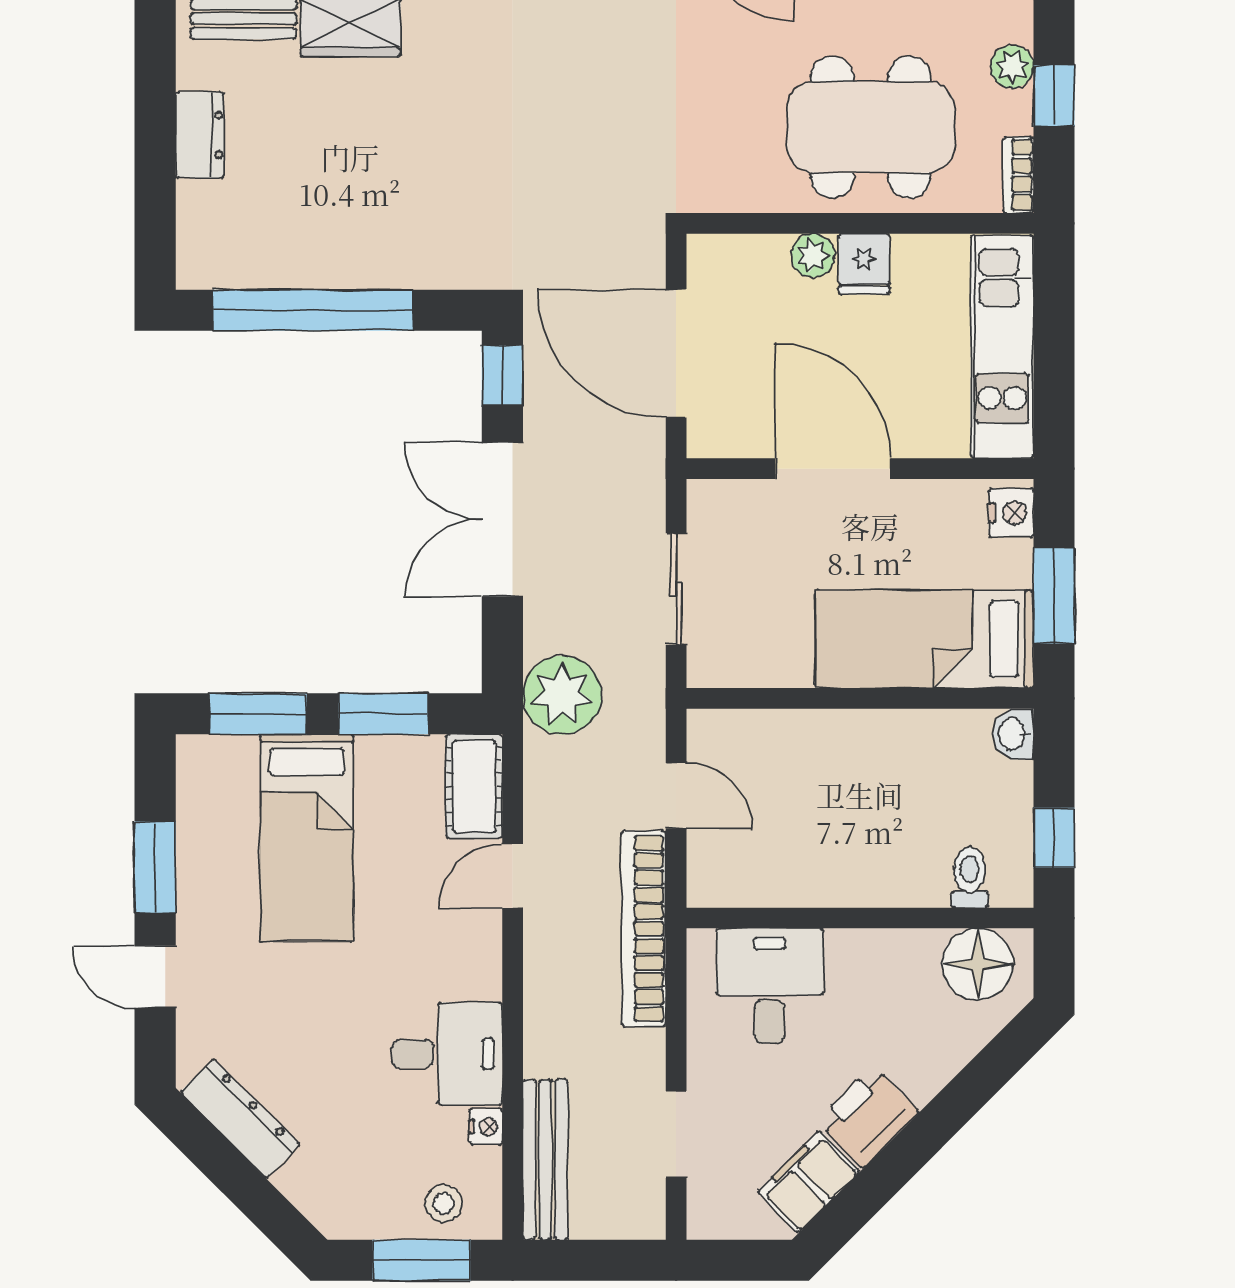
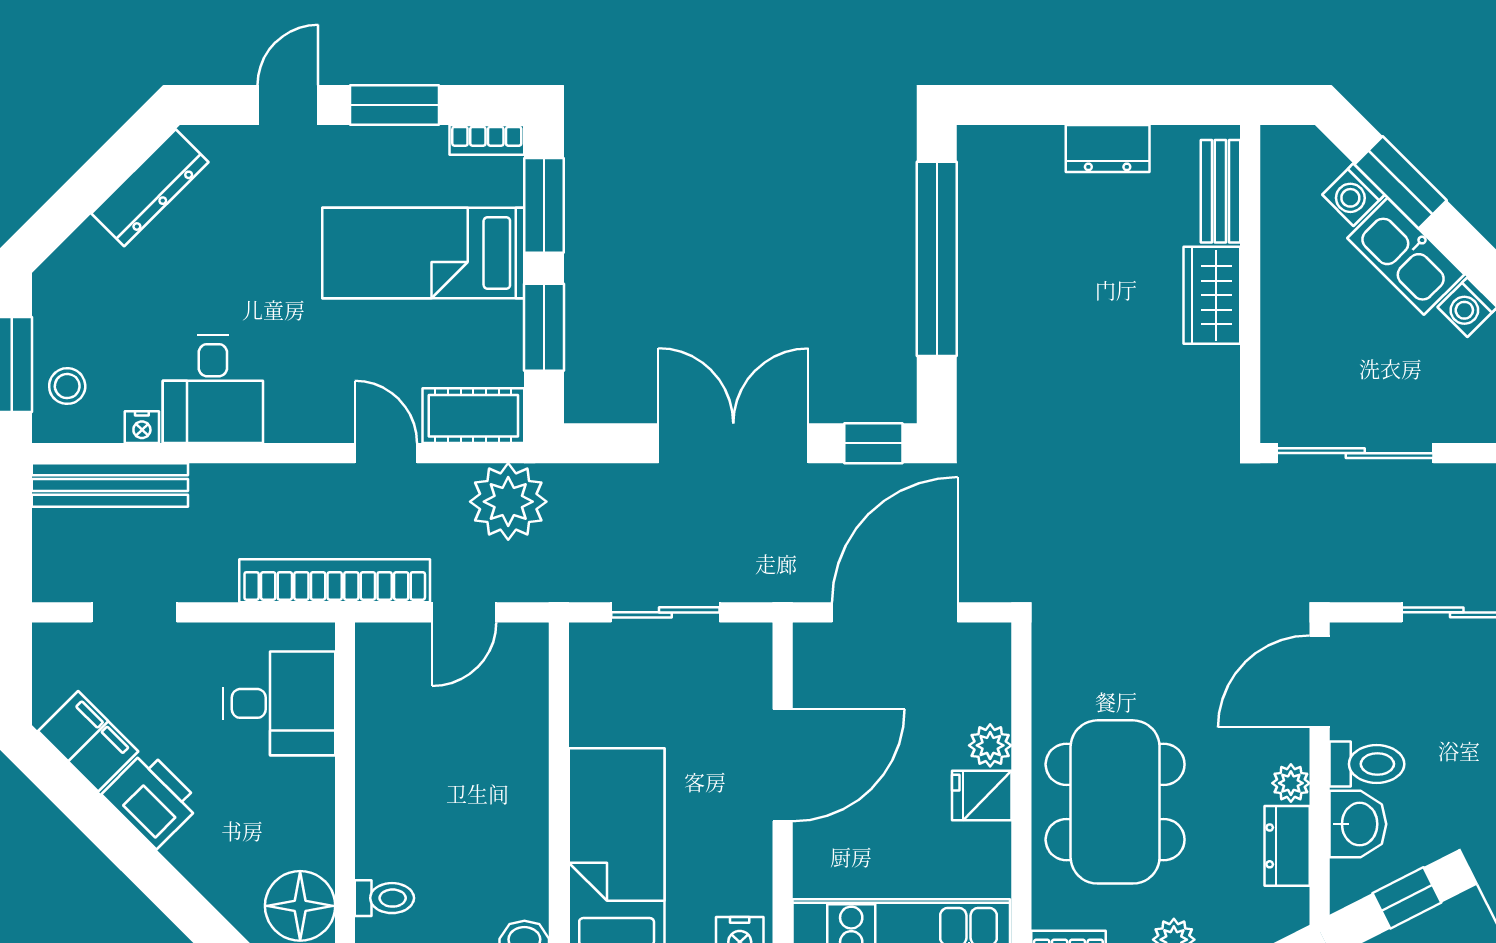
plant: (562, 695) -> (508, 502), moved
bookcase: (191, 772) -> (487, 140), added

